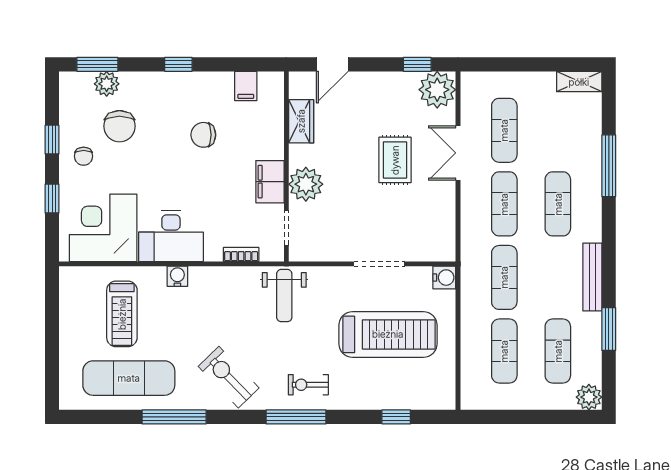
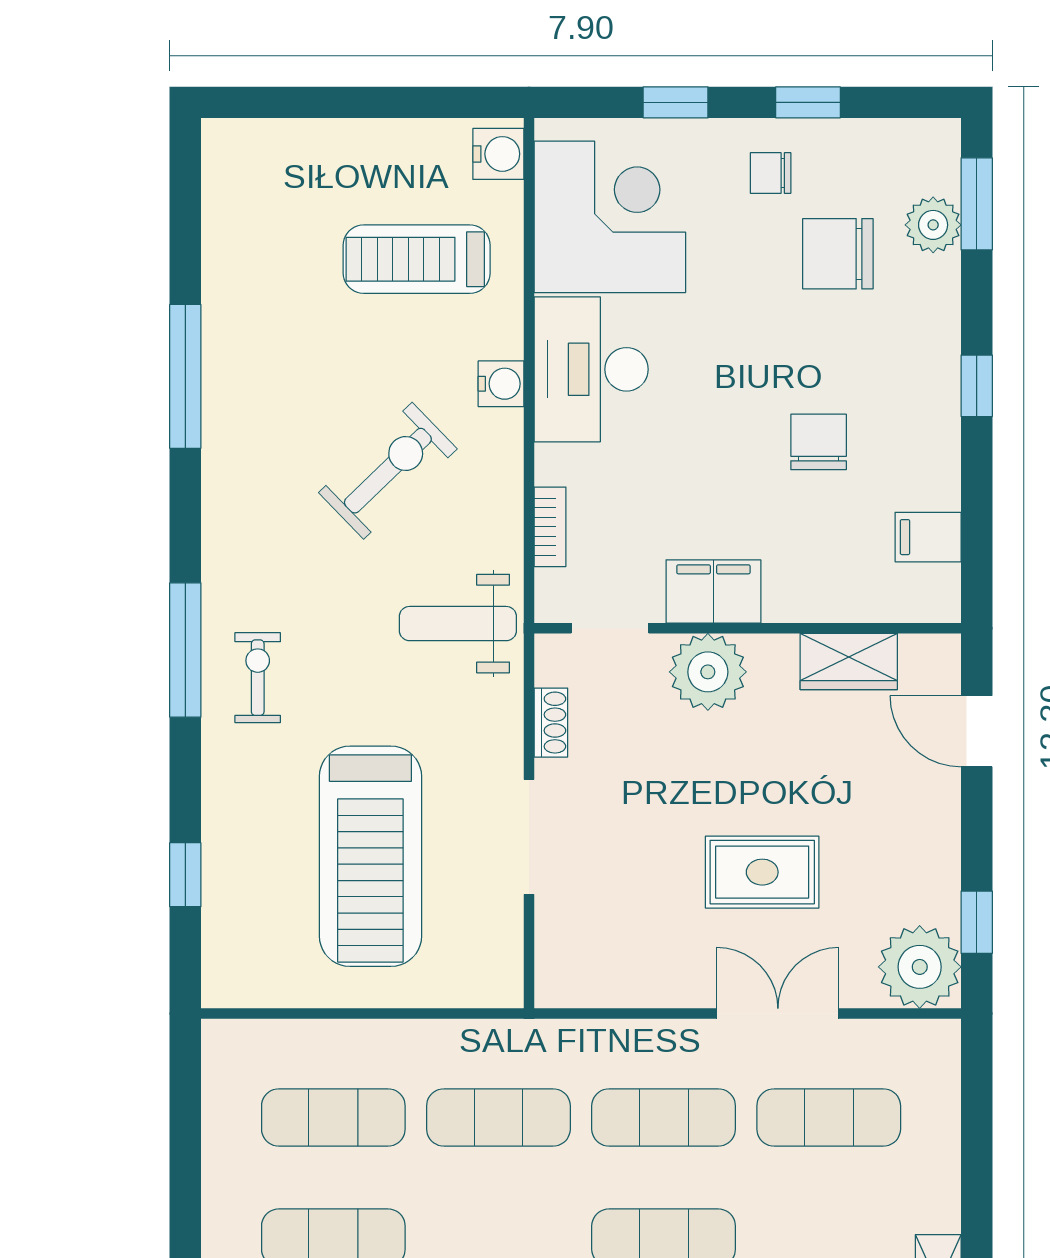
shoe rack: (328, 254) -> (551, 723), added
water cooler: (444, 278) -> (498, 154), moved, turned -90
exercise bike: (229, 377) -> (388, 471), moved
exercise mat: (129, 378) -> (273, 275), removed

